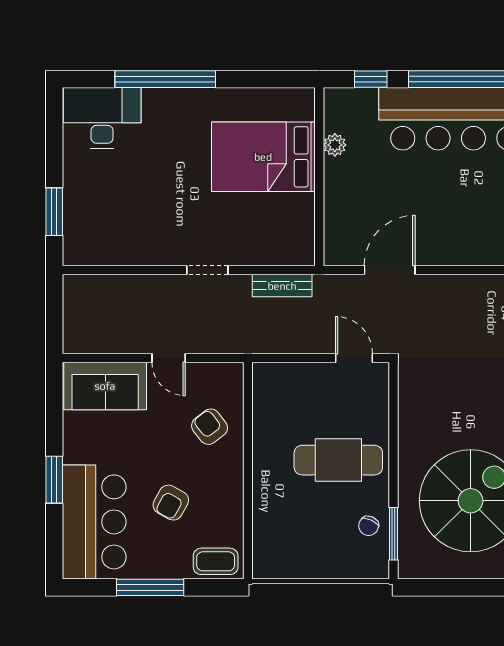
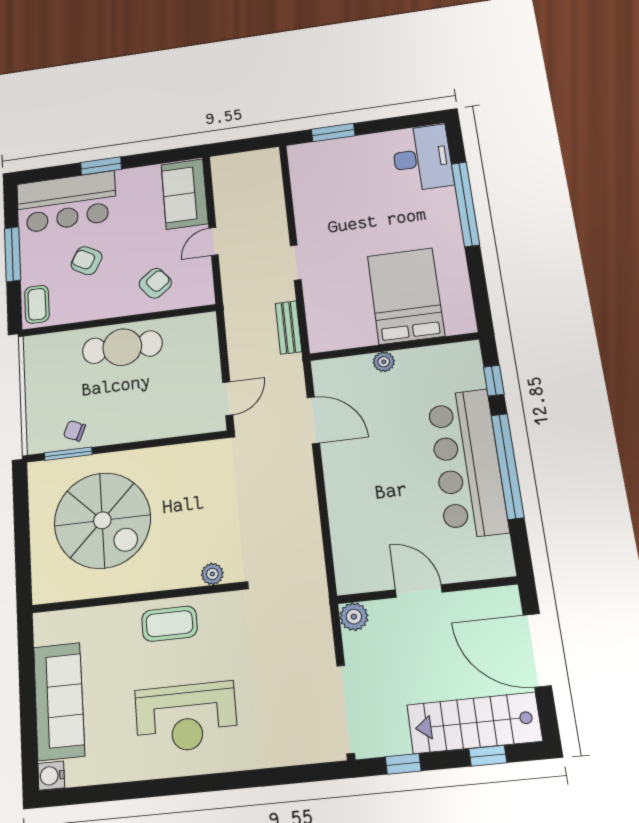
plant: (335, 145) -> (384, 362), moved
cafe table: (338, 460) -> (122, 347), moved, turned 90

